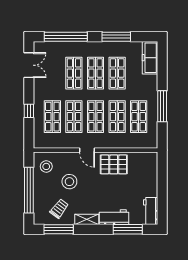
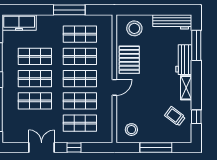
double door: (29, 65) -> (42, 147), moved
stool: (69, 182) -> (134, 28), moved
window: (29, 190) -> (156, 147), width x0.68
workbench: (151, 211) -> (172, 22), width x1.38
window: (59, 229) -> (196, 117), width x0.46

